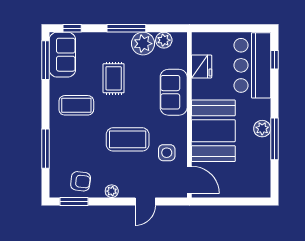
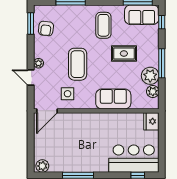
fridge: (202, 66) -> (151, 121), moved, turned 90
plant: (262, 129) -> (42, 166), moved
booth: (213, 131) -> (84, 129), removed
plant: (112, 191) -> (38, 63), moved

